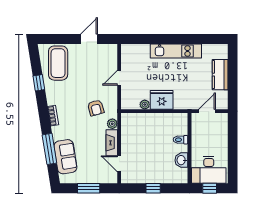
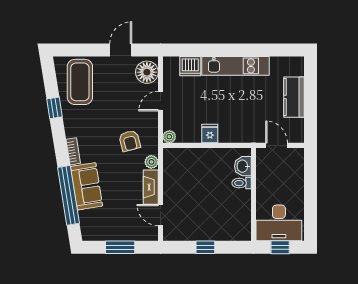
dishwasher: (142, 51) -> (190, 66), added
floor lamp: (109, 56) -> (147, 72), added
fridge: (162, 100) -> (210, 134), width x0.53, depth x0.75
plant: (145, 105) -> (169, 137), moved
door: (207, 111) -> (277, 145), hinge flipped
window: (49, 149) -> (68, 195), width x1.46
sofa: (65, 157) -> (86, 186), moved
washbasin: (181, 160) -> (243, 166), moved

